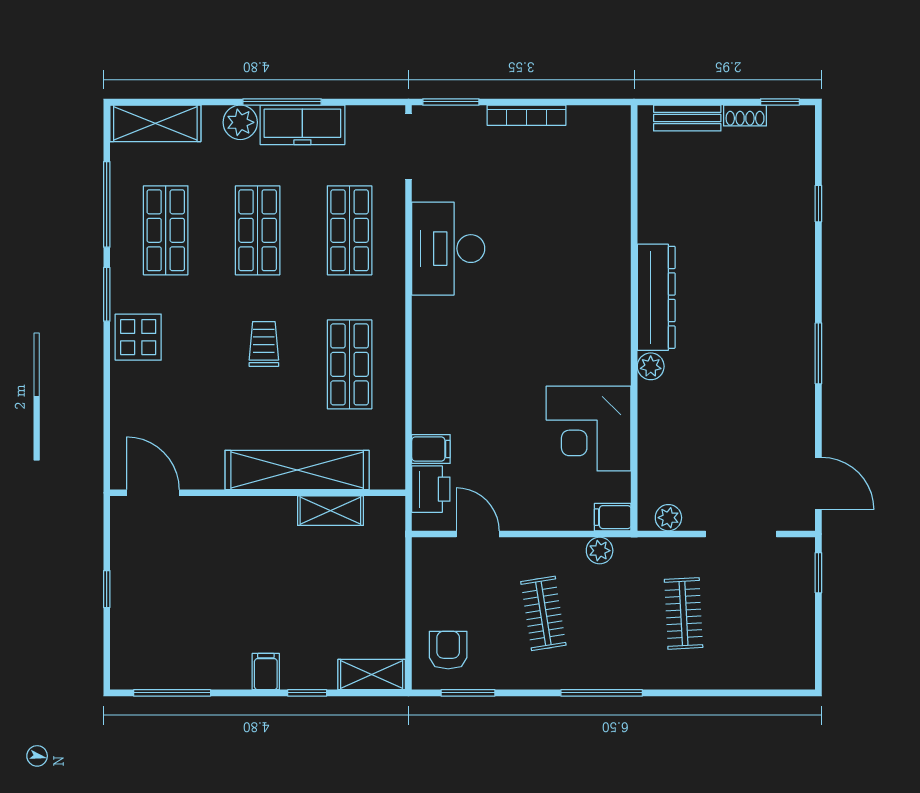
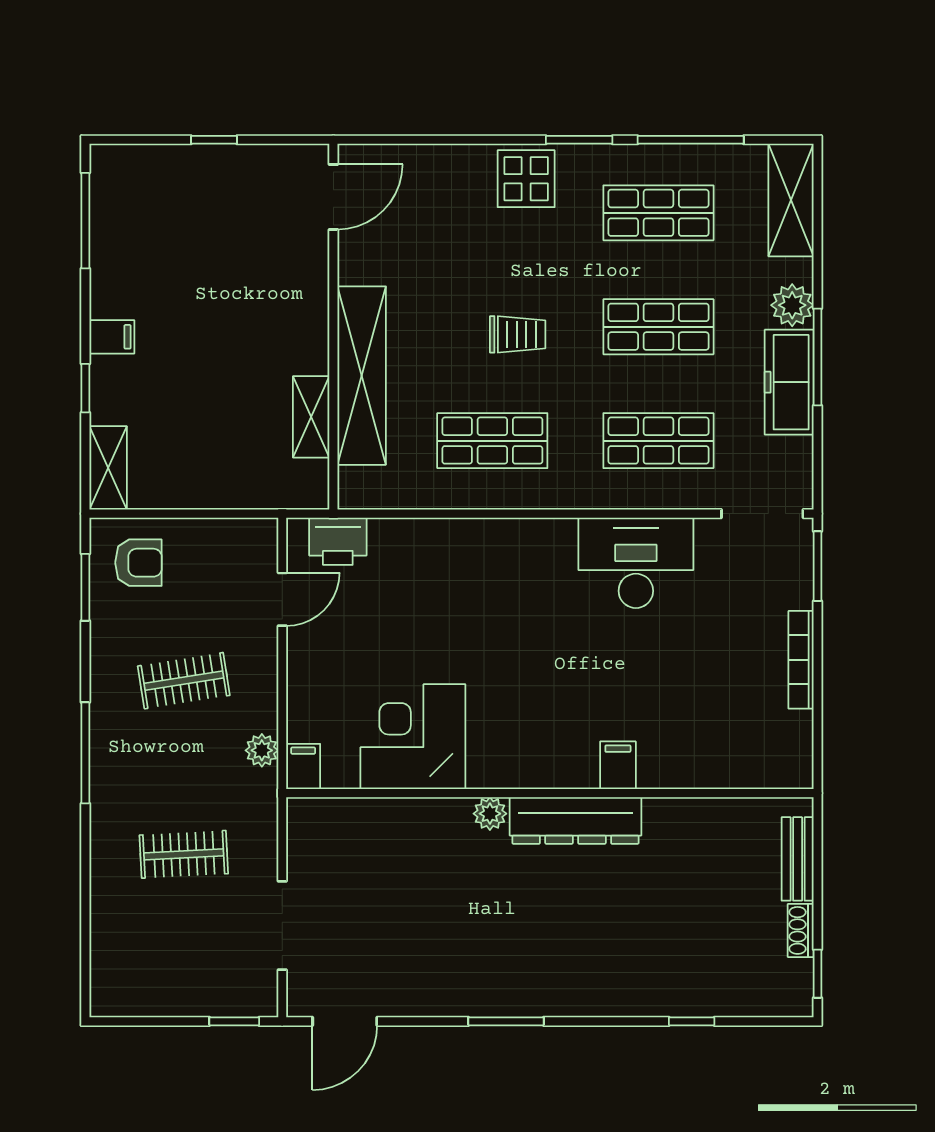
filing cabinet: (431, 449) -> (618, 765), moved, turned 180
plant: (668, 518) -> (302, 836), removed

